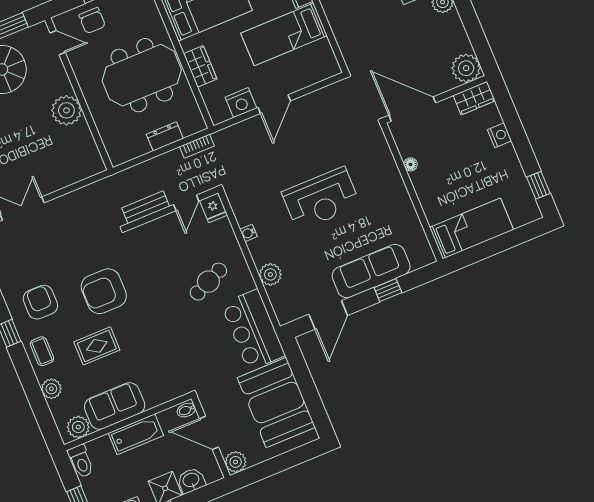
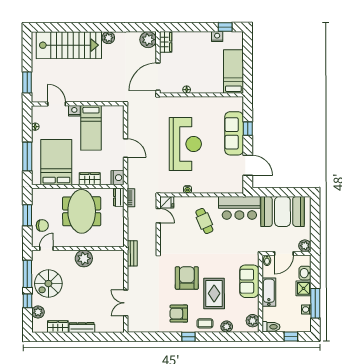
nightstand: (241, 103) -> (118, 178), moved
nightstand: (500, 135) -> (217, 37), moved
dresser: (165, 136) -> (119, 197), moved
reception desk: (321, 199) -> (185, 144), width x1.36, depth x1.30
bench: (146, 207) -> (132, 253), moved
plant: (270, 274) -> (214, 187), removed
armchair: (104, 291) -> (187, 278), turned 180
rug: (97, 346) -> (214, 293), width x1.36, depth x1.43
sofa: (115, 406) -> (249, 281), moved

